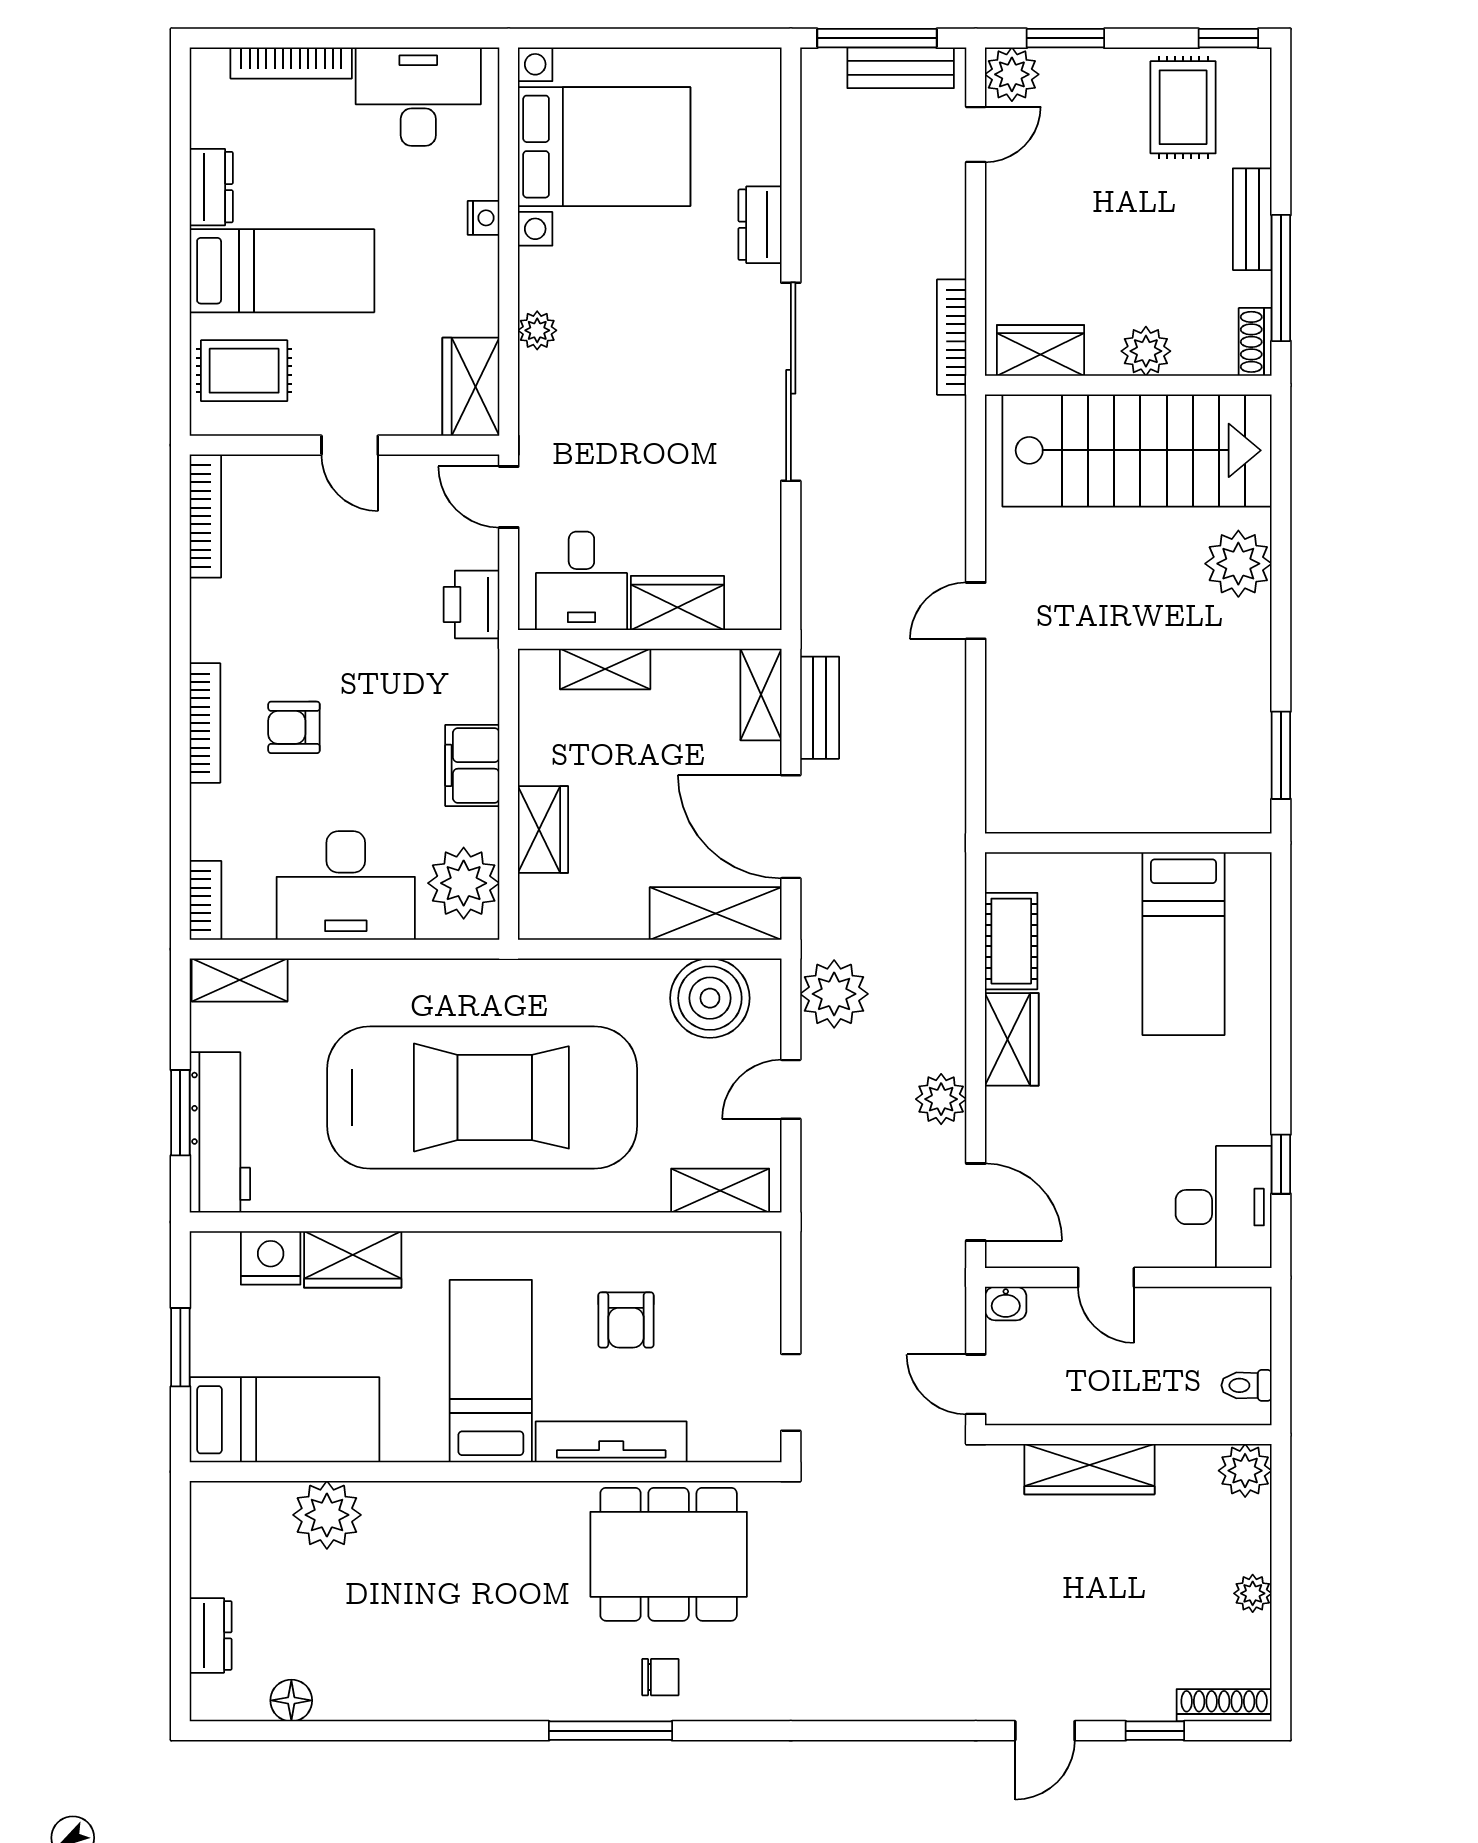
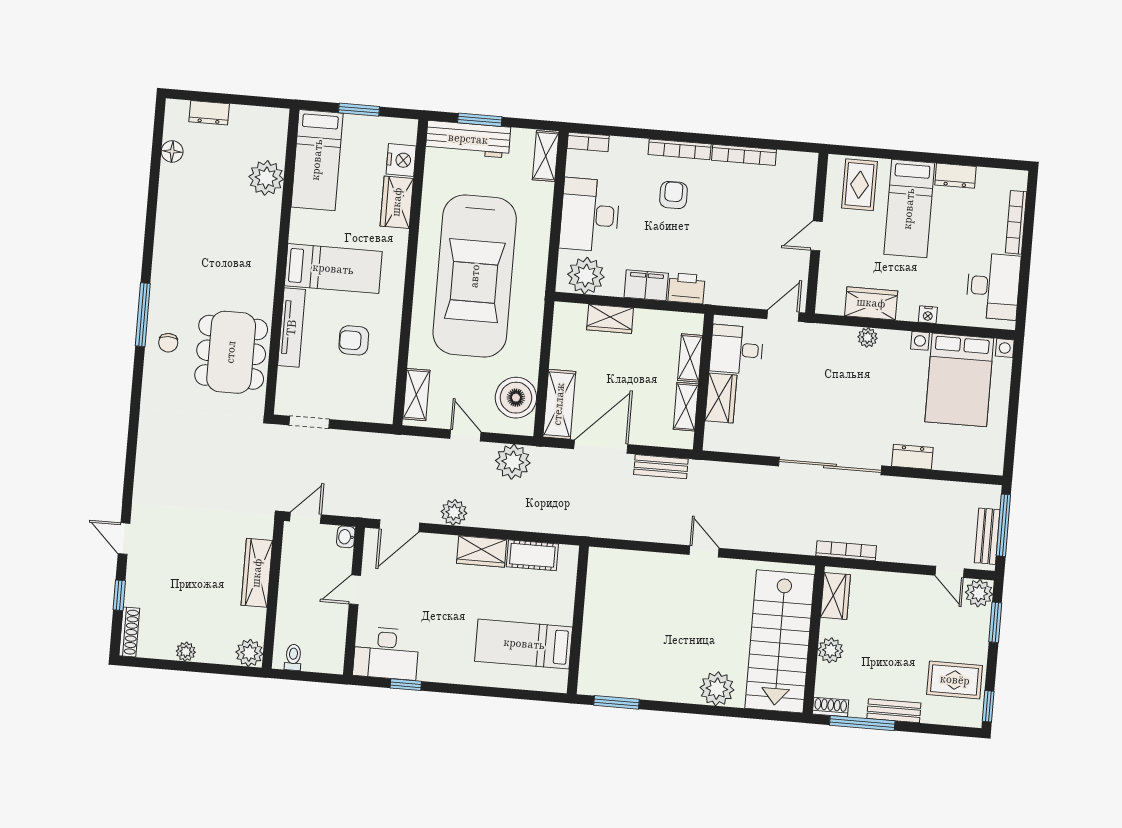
wardrobe: (471, 387) -> (871, 303), moved
bookcase: (205, 516) -> (744, 155), moved
printer: (472, 604) -> (686, 288), moved
shelving: (761, 694) -> (686, 407), moved, turned 90

